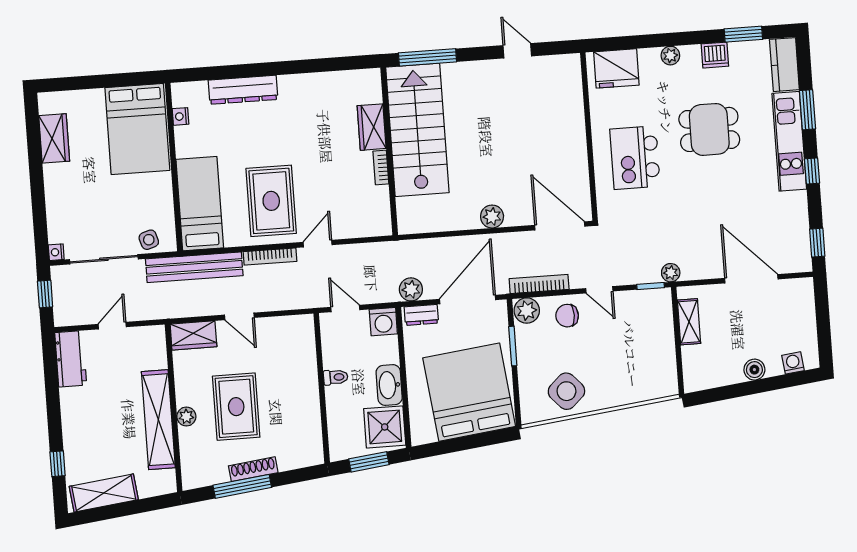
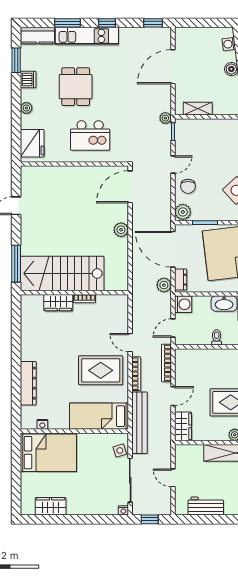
bookcase: (539, 284) -> (166, 363), moved
workbench: (71, 359) -> (206, 506), moved

